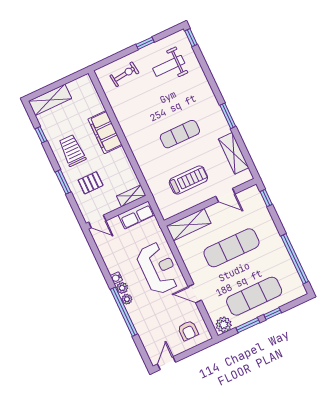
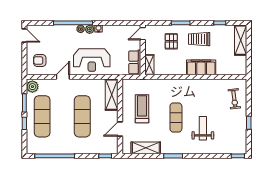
weight bench: (169, 66) -> (203, 128), moved
trolley: (72, 150) -> (199, 39), turned 180
treadmill: (188, 180) -> (142, 109), turned 180

